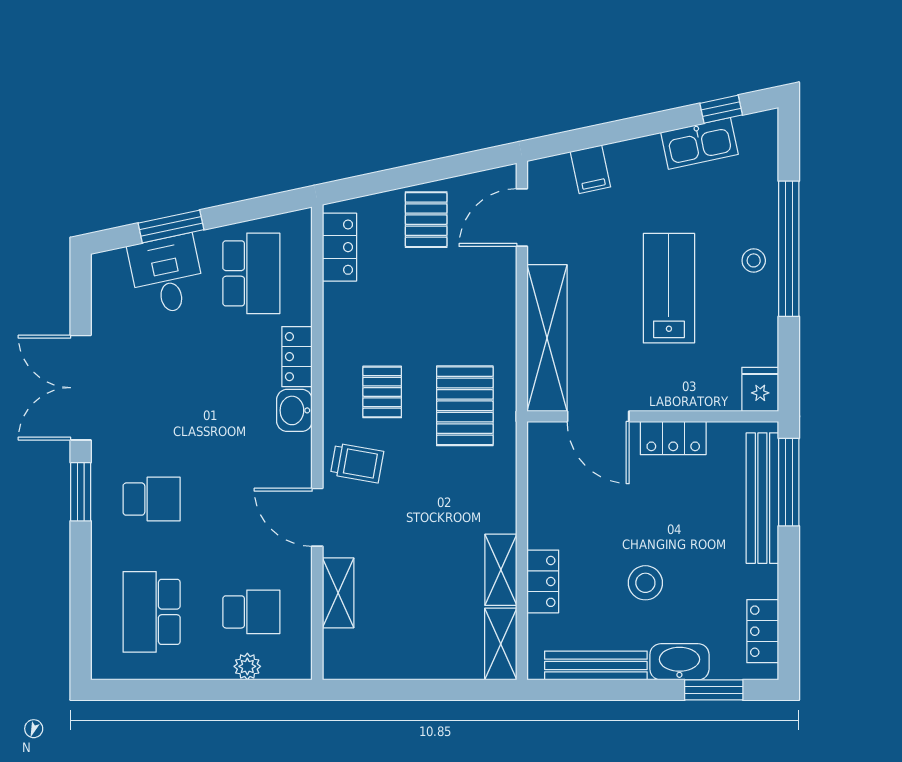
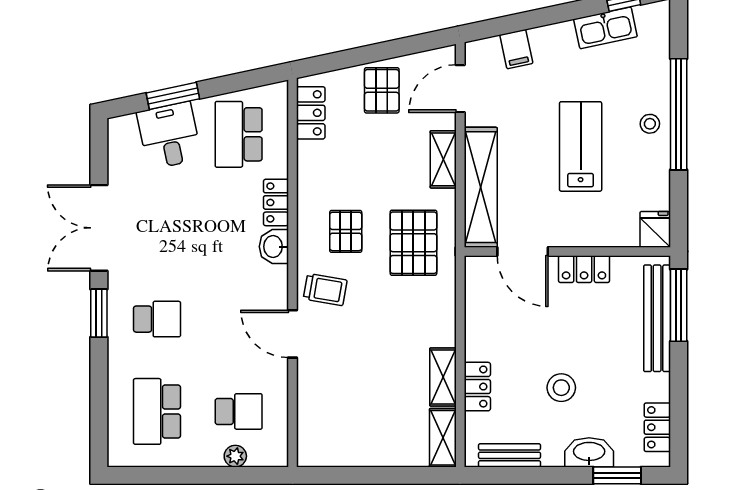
school desk: (251, 273) -> (239, 134), turned 180
shelving: (338, 593) -> (443, 159), moved
bench: (596, 665) -> (510, 455), width x0.73

